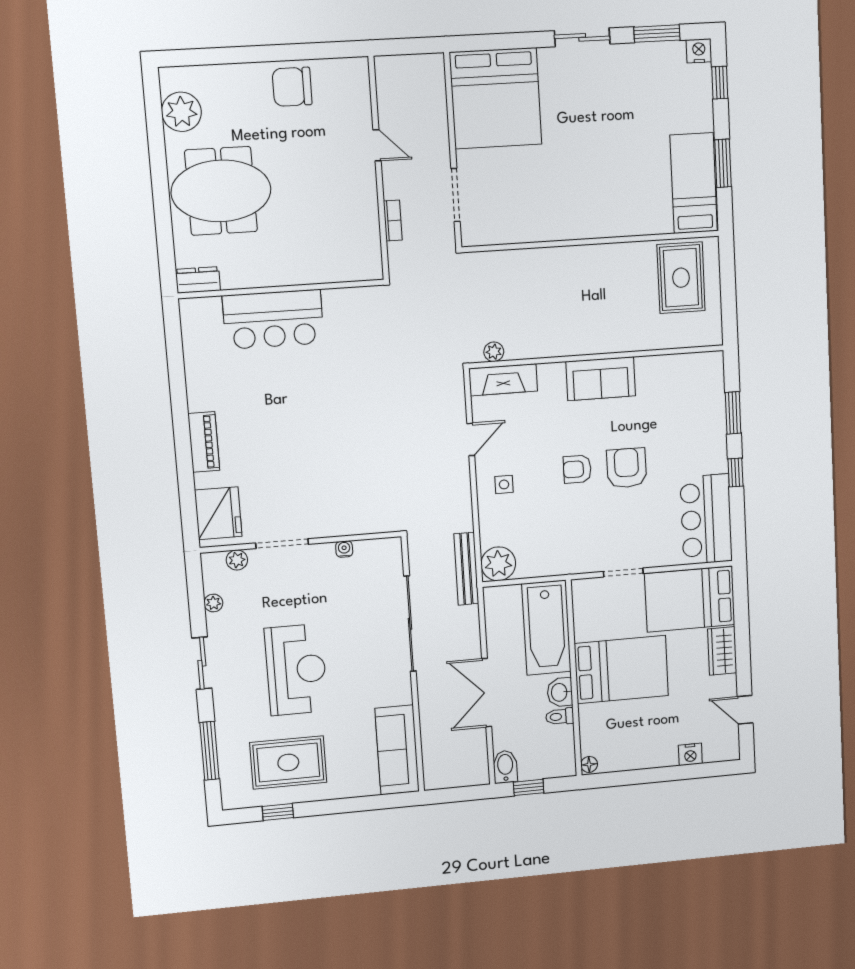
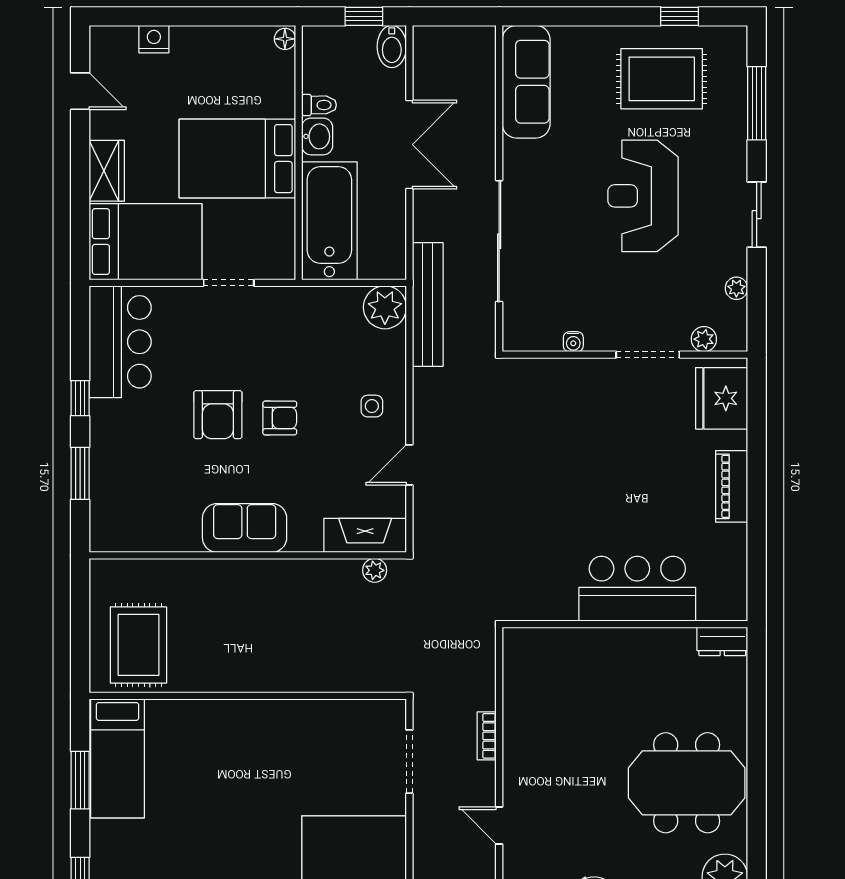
dresser: (198, 280) -> (722, 641), moved
wall: (281, 289) -> (625, 624), moved
bar counter: (273, 319) -> (637, 589), moved
bench: (466, 569) -> (428, 304), width x1.37, depth x1.21

